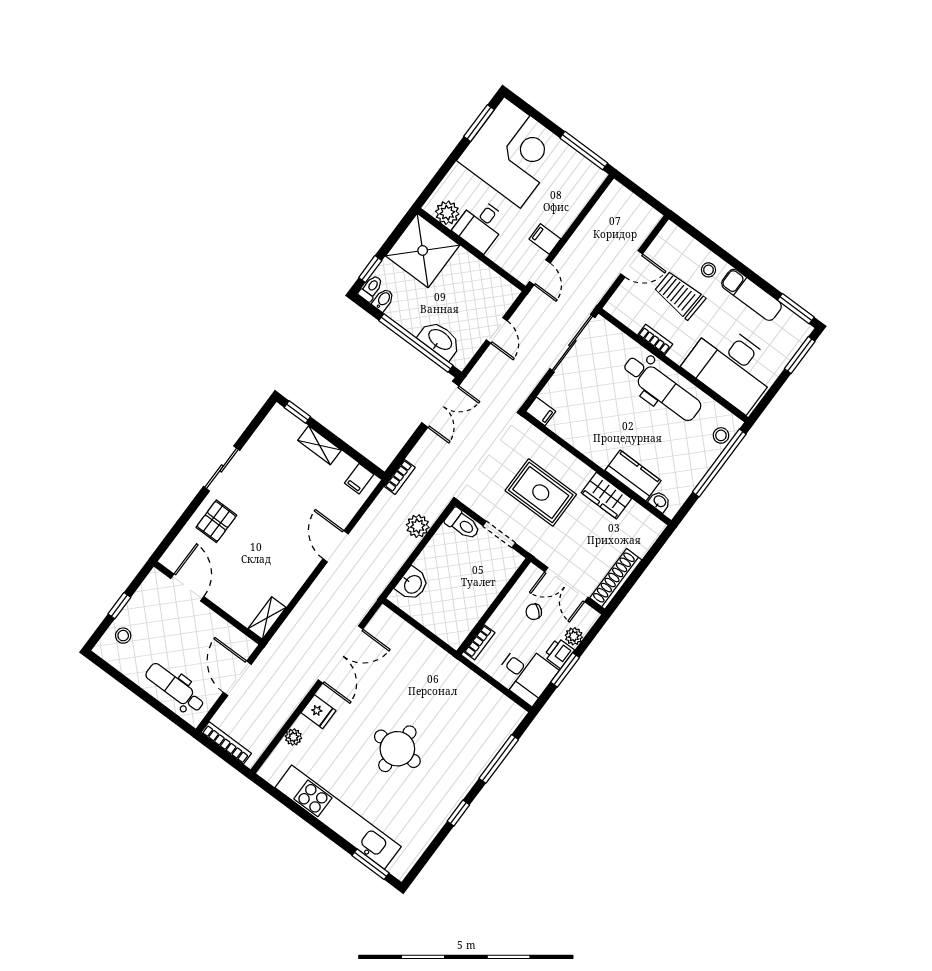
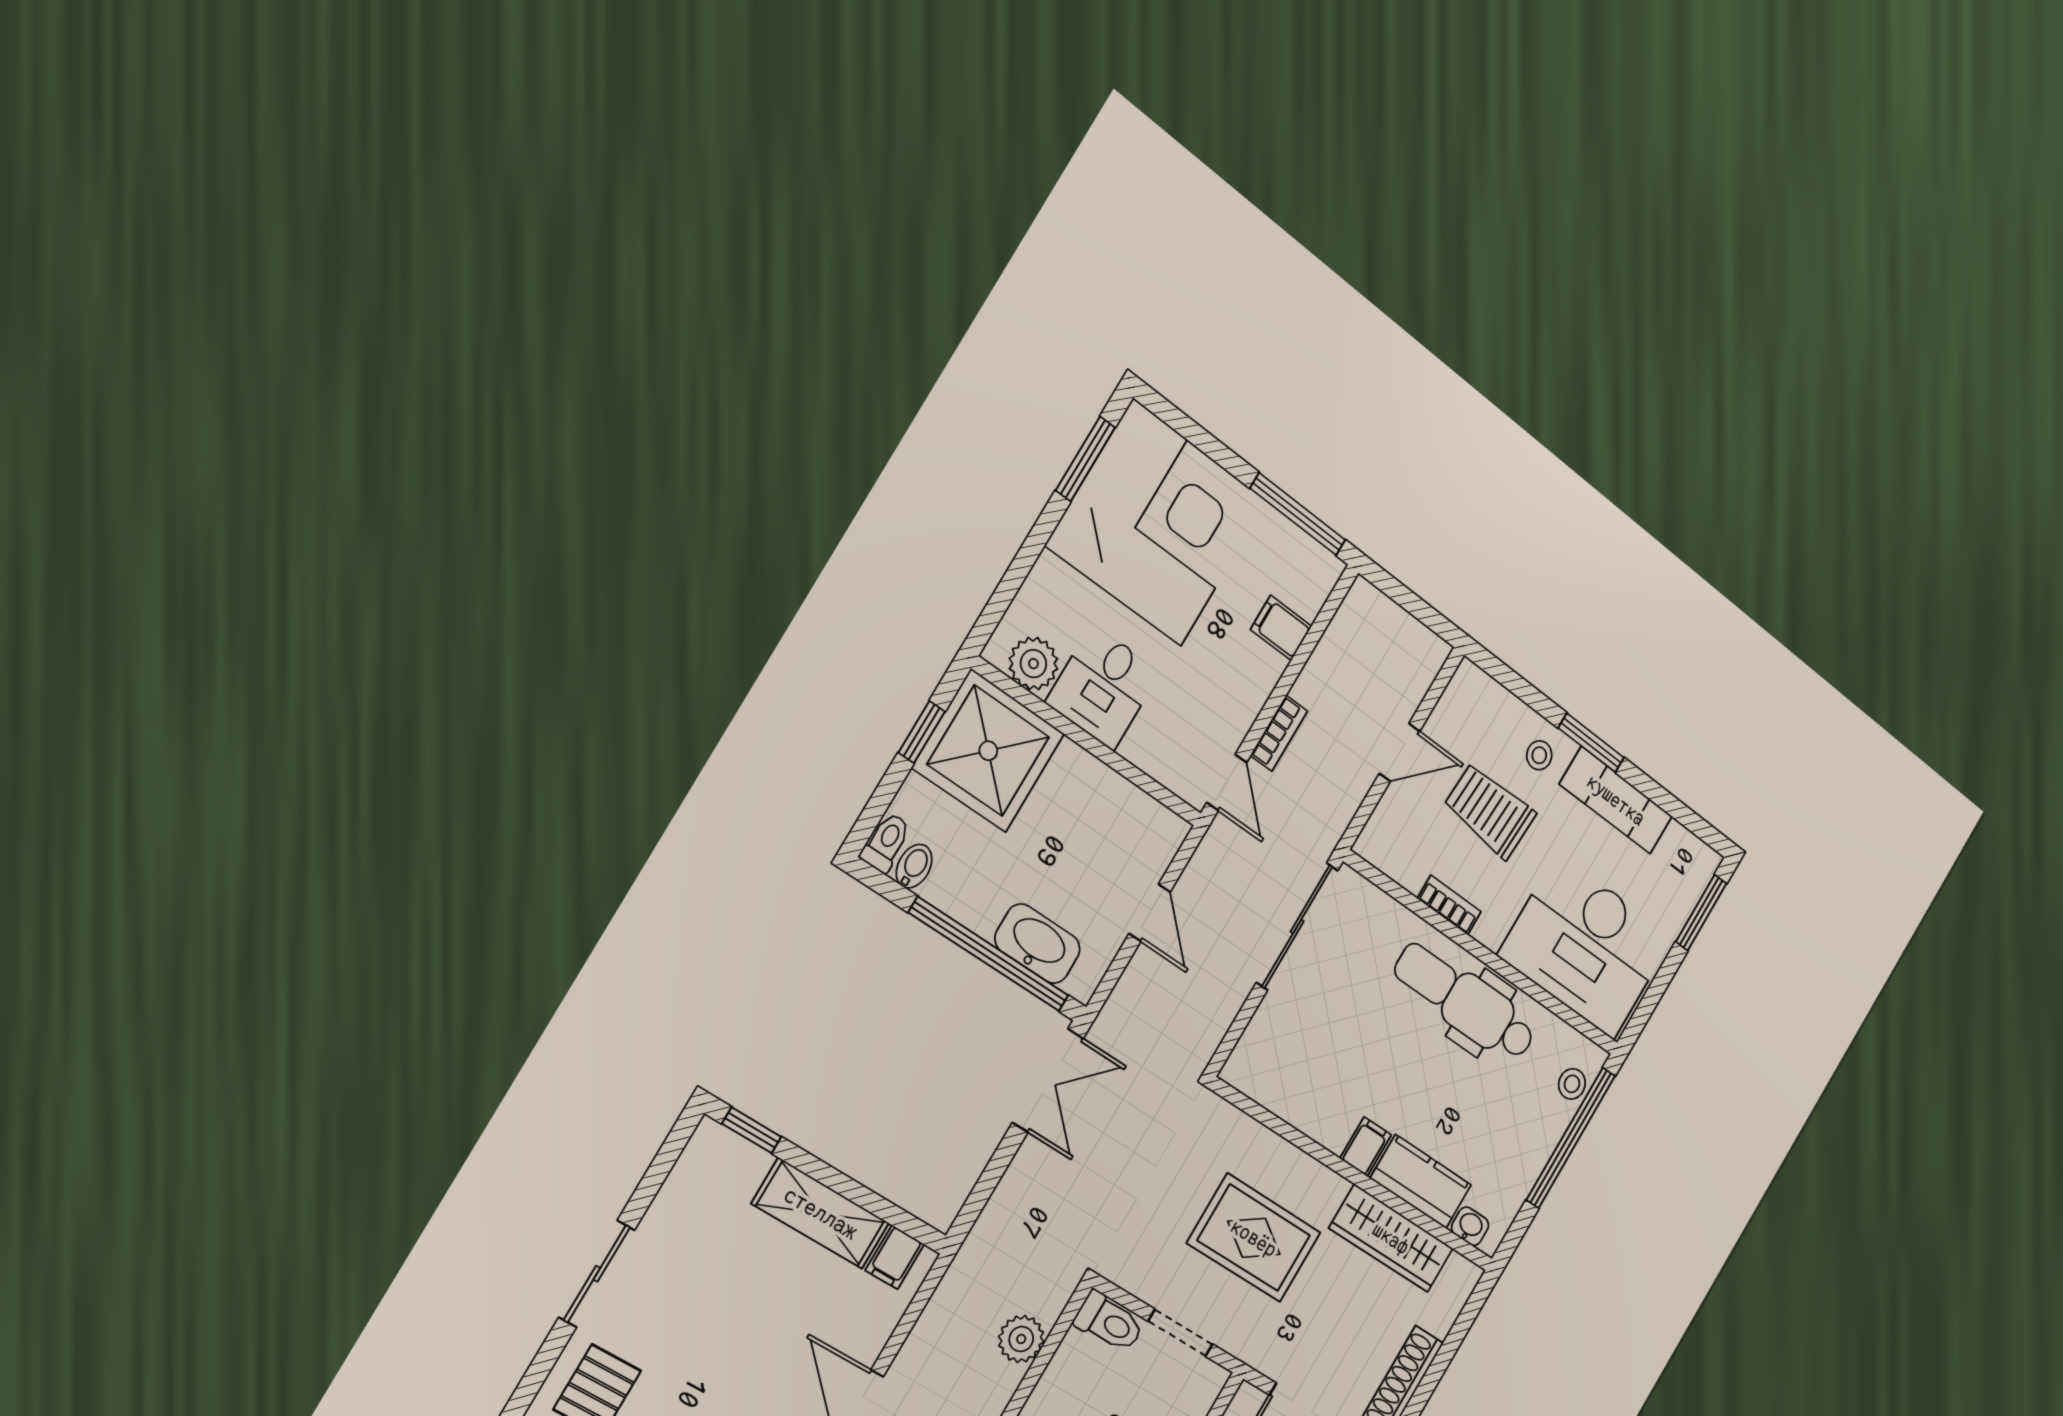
filing cabinet: (545, 239) -> (1281, 628), moved
window: (370, 269) -> (922, 732), moved
window: (796, 309) -> (1591, 743), moved
dental chair: (662, 388) -> (1465, 1002), turned 180
filing cabinet: (541, 411) -> (1366, 1147), moved, turned -90
shelving: (319, 445) -> (821, 1213), width x1.50, depth x1.33
bookcase: (400, 477) -> (1279, 733), moved
wardrobe: (606, 496) -> (1391, 1238), width x1.50

